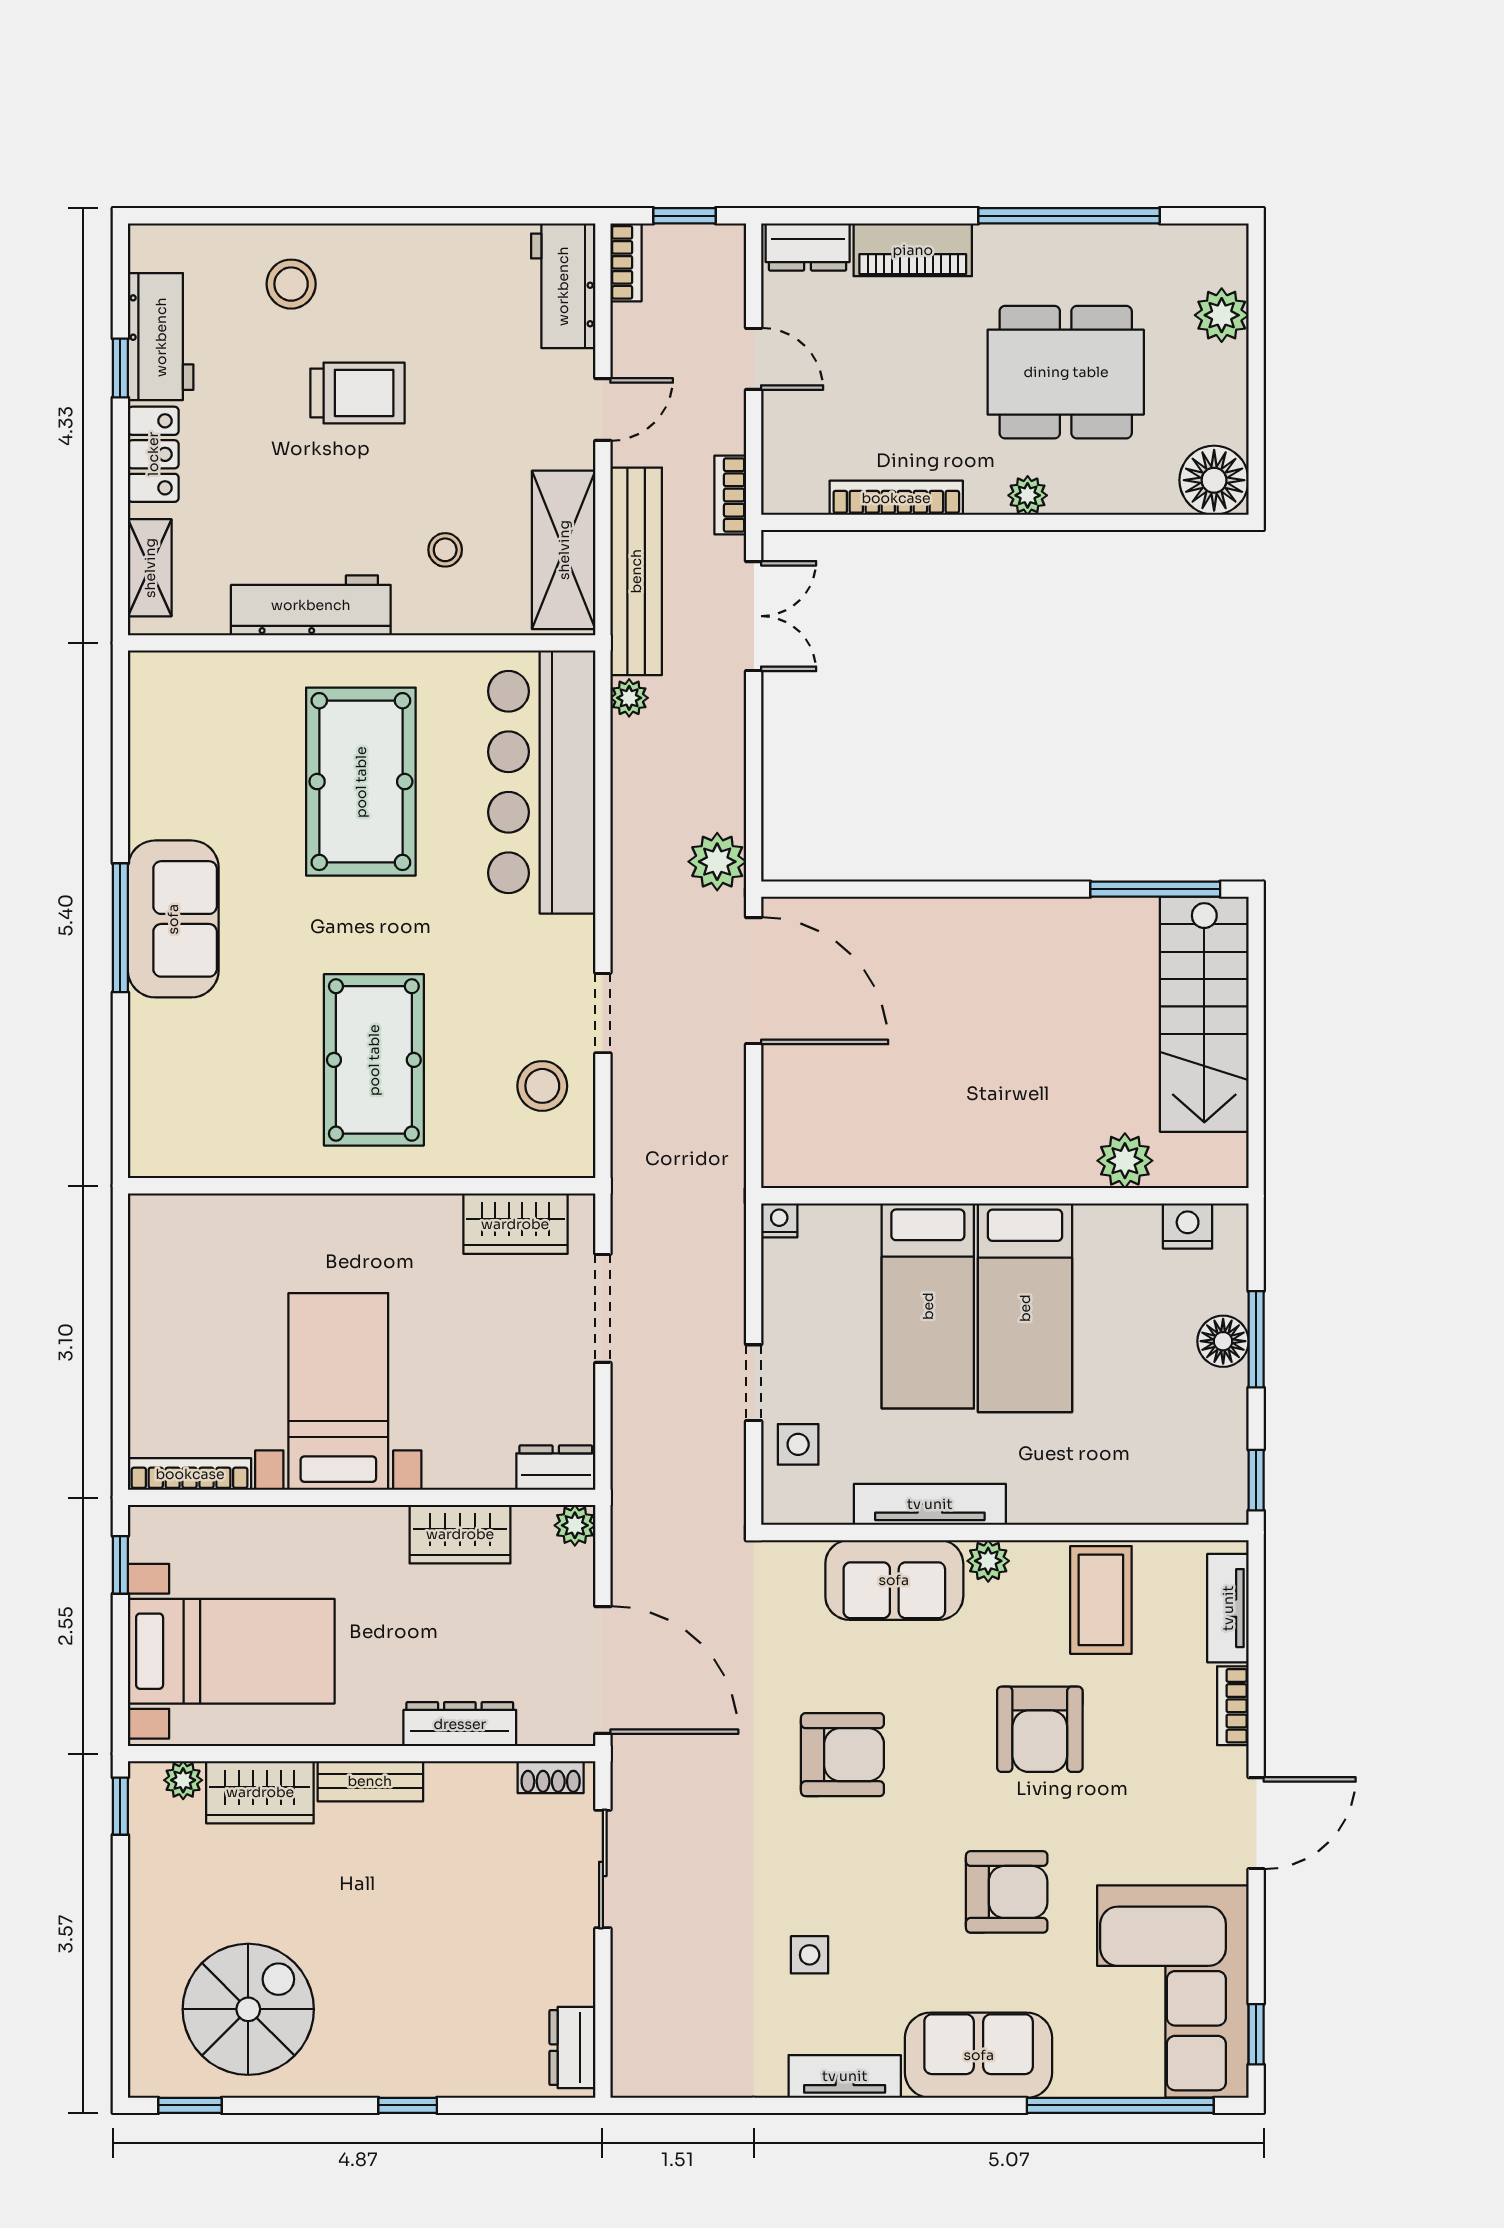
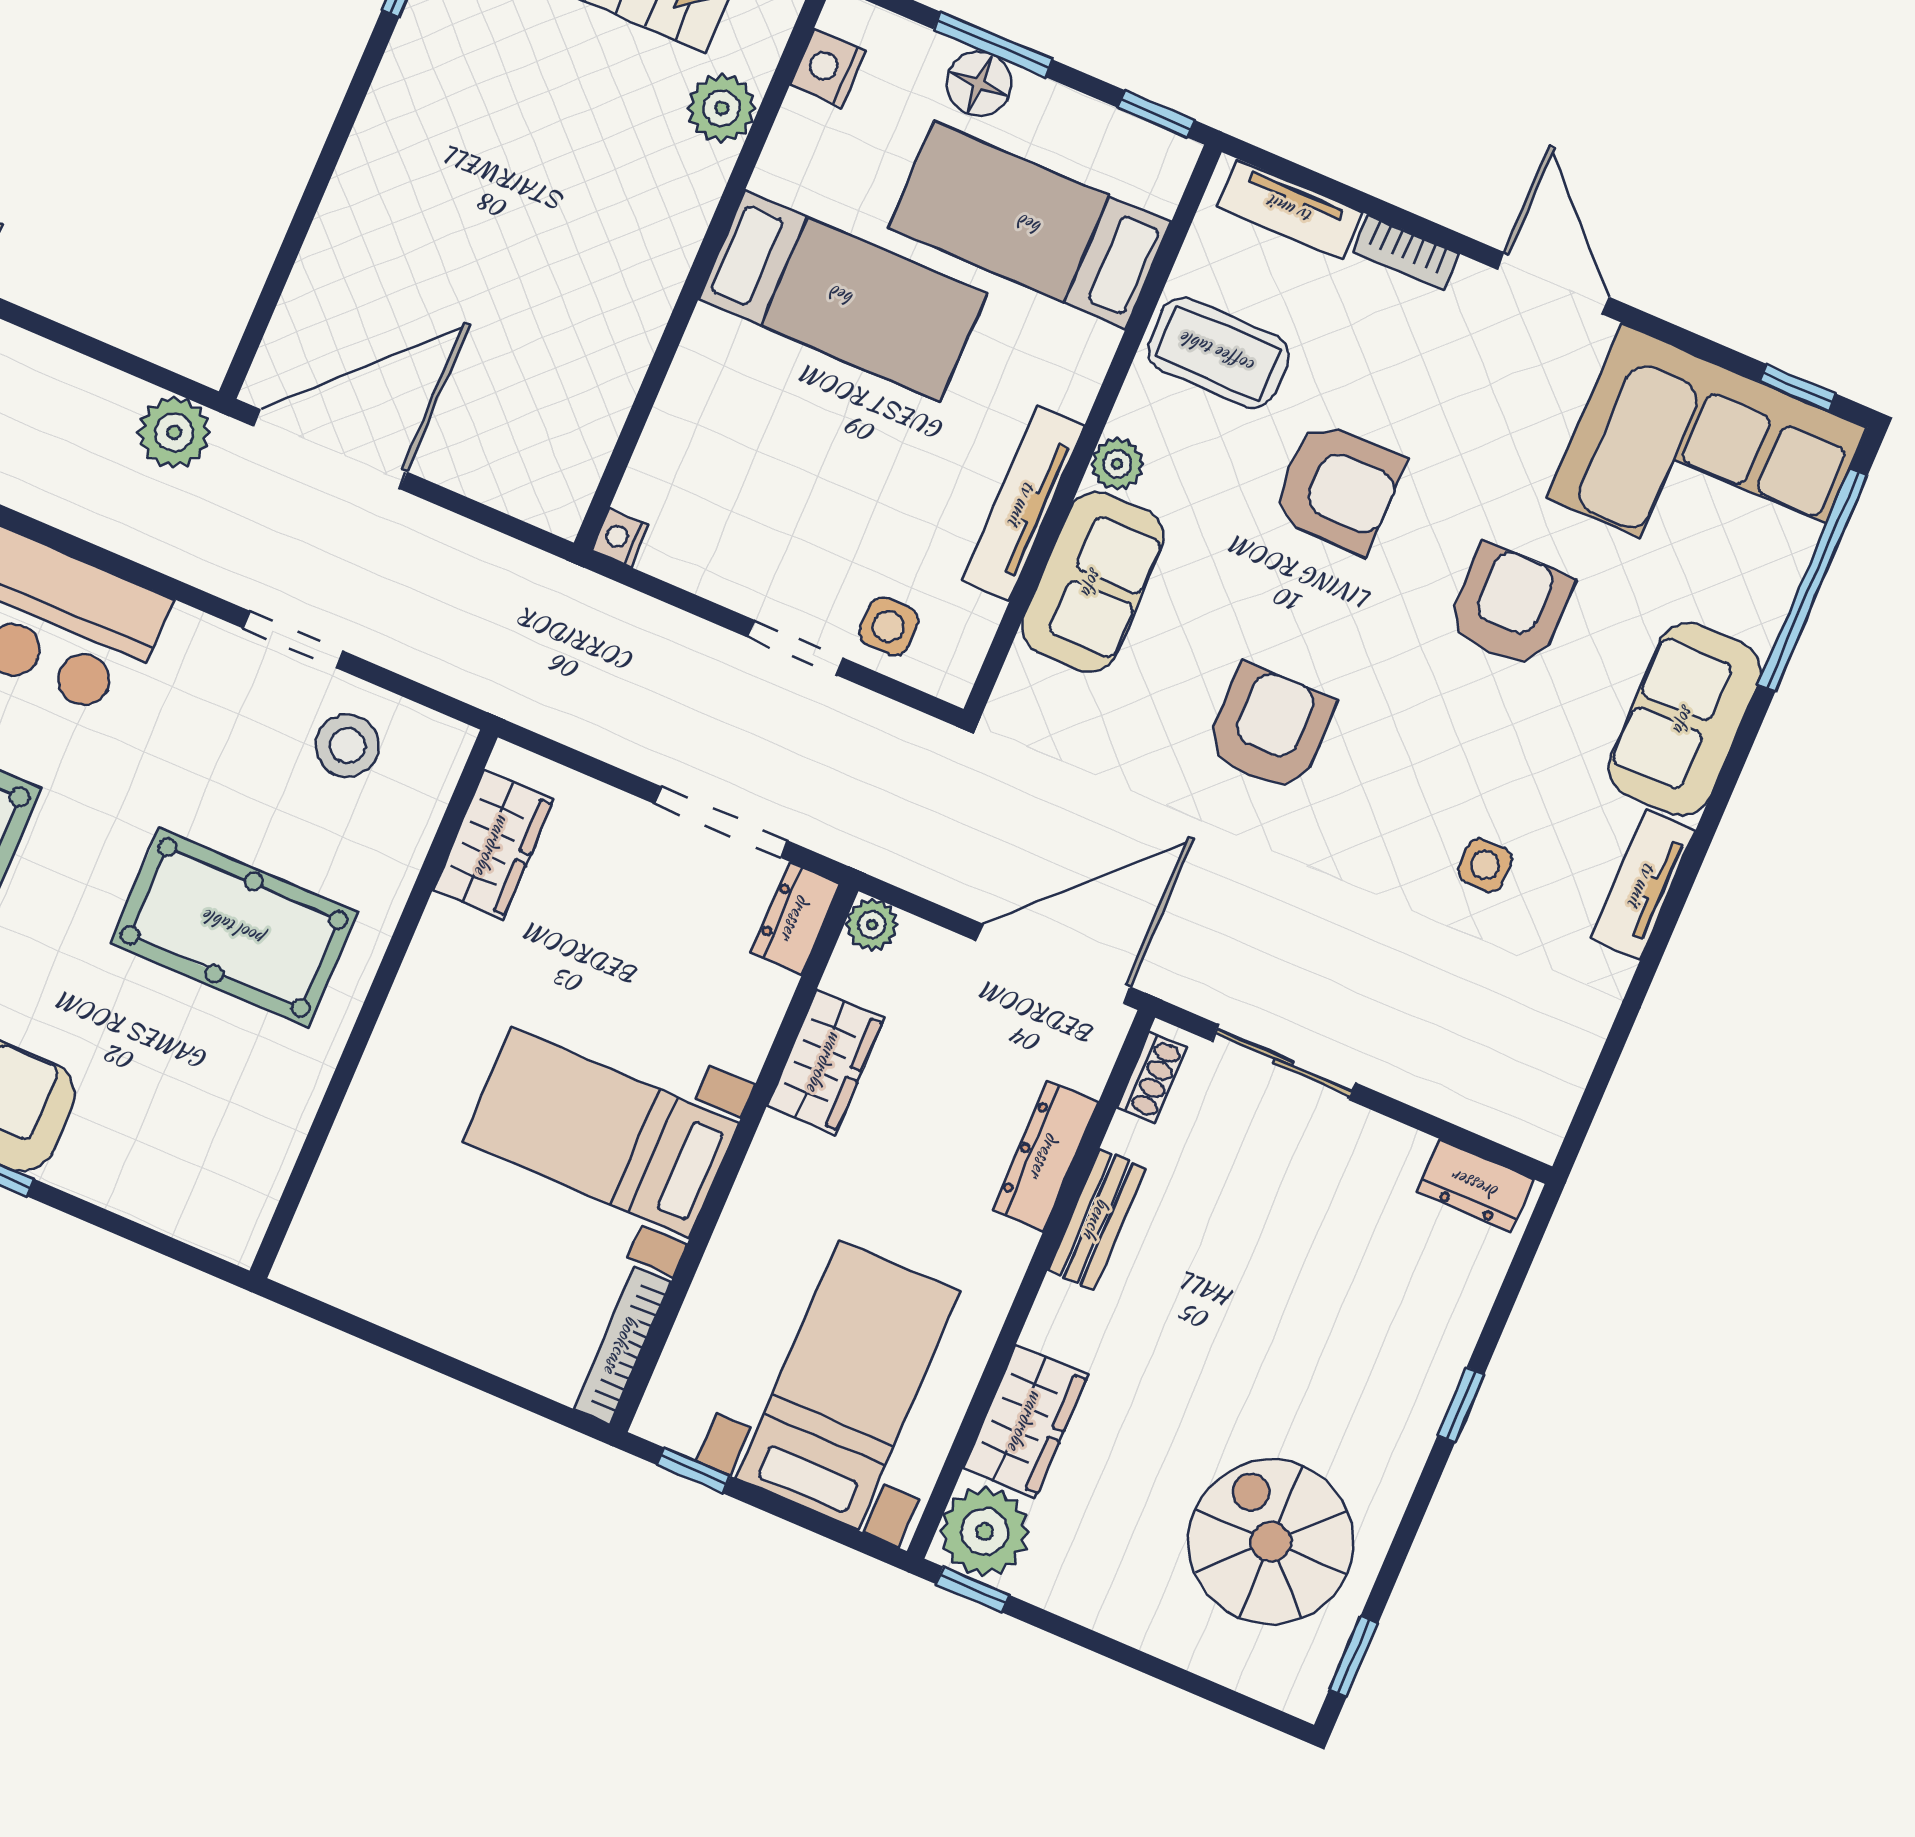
bed: (928, 1306) -> (1030, 225), moved, turned 180
doorway: (603, 1308) -> (722, 822), moved
plant: (183, 1780) -> (985, 1532), width x1.88, depth x1.88
bench: (370, 1781) -> (1097, 1219), moved

